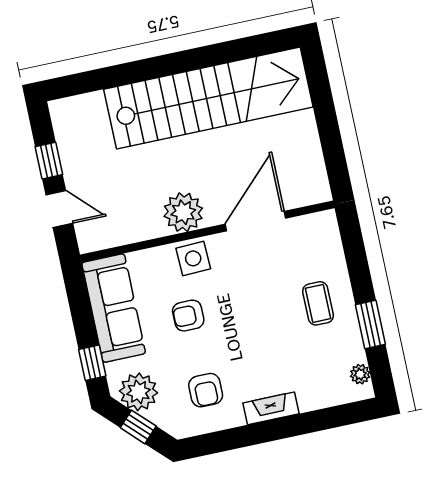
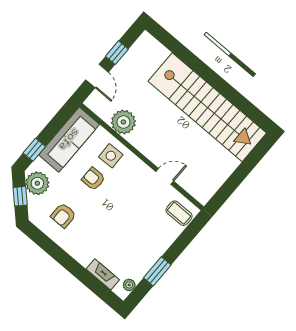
plant: (183, 212) -> (123, 122), moved
door: (255, 221) -> (165, 176), width x0.53
side table: (193, 258) -> (111, 156), moved
coffee table: (318, 303) -> (179, 213), moved, turned 90
fireplace: (271, 408) -> (103, 274), moved

